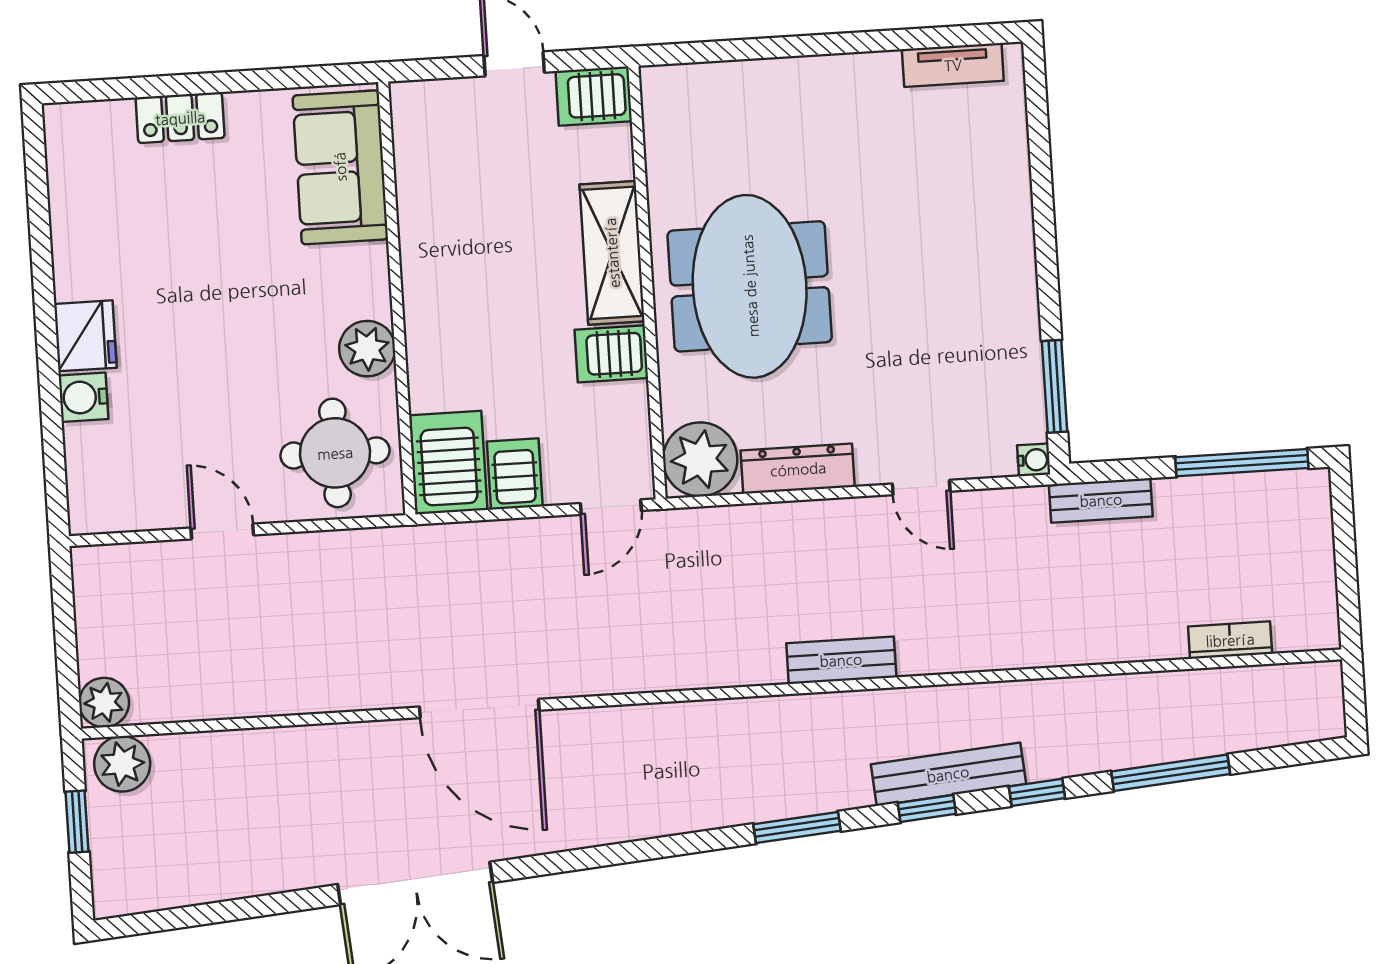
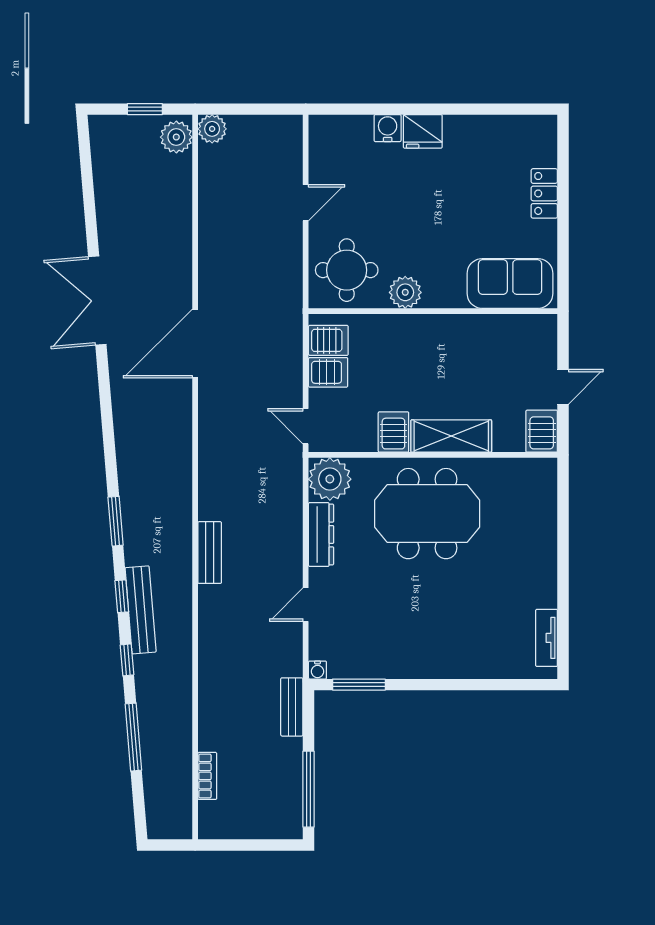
server rack: (449, 463) -> (328, 340), width x0.73, depth x0.70

